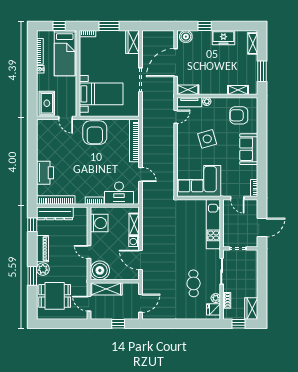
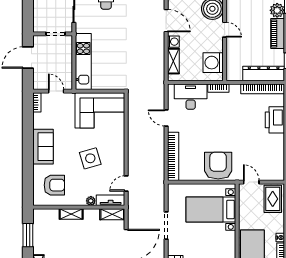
shelving: (238, 90) -> (71, 214), moved

